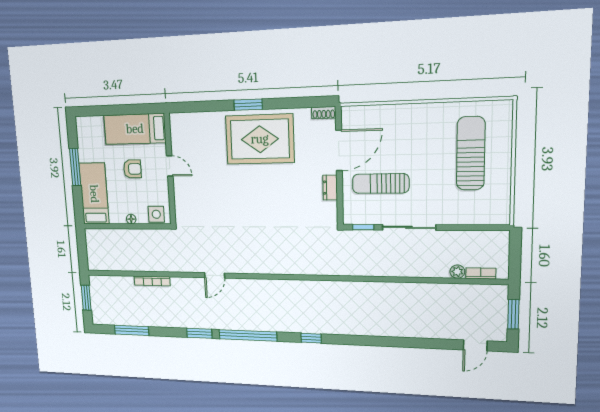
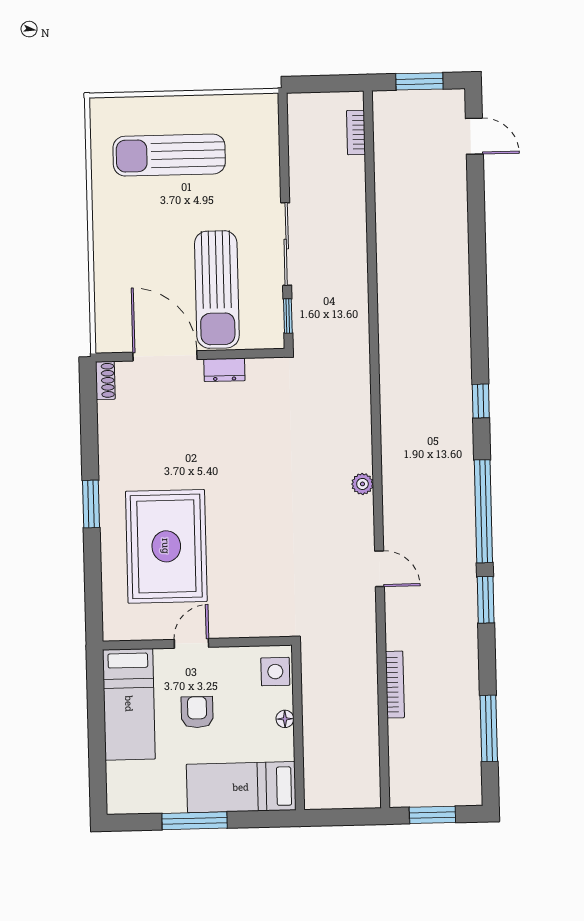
rug: (260, 139) -> (166, 546), moved
sun lounger: (381, 183) -> (217, 290), width x1.36, depth x1.34
plant: (457, 272) -> (362, 484), moved

